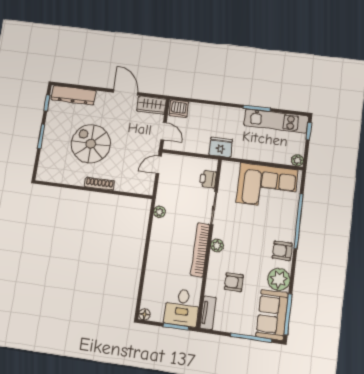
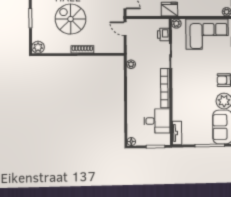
door: (159, 165) -> (125, 29), hinge flipped
plant: (44, 174) -> (38, 47), added
plant: (217, 245) -> (176, 24), moved
armchair: (234, 282) -> (193, 108), removed
desk: (182, 308) -> (157, 121), moved, turned -90

